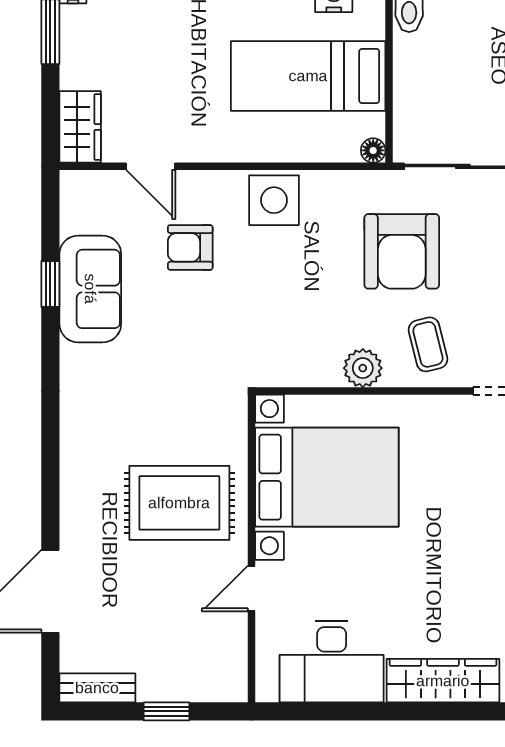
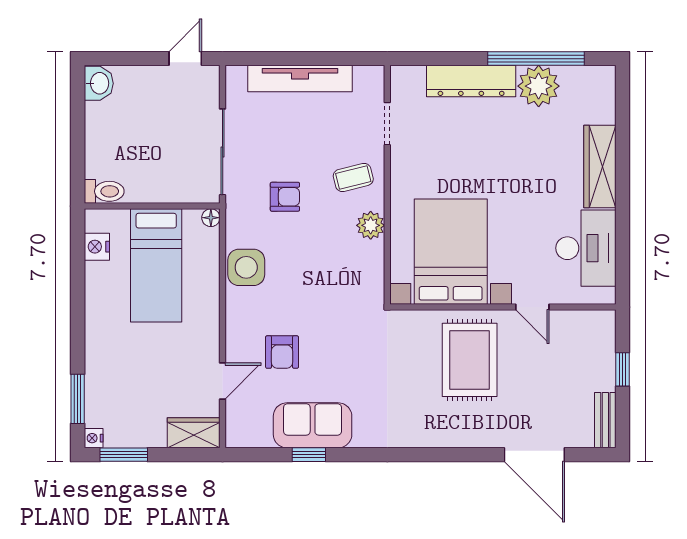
side table: (274, 200) -> (246, 267), moved
armchair: (402, 251) -> (285, 197), width x0.53, depth x0.53

